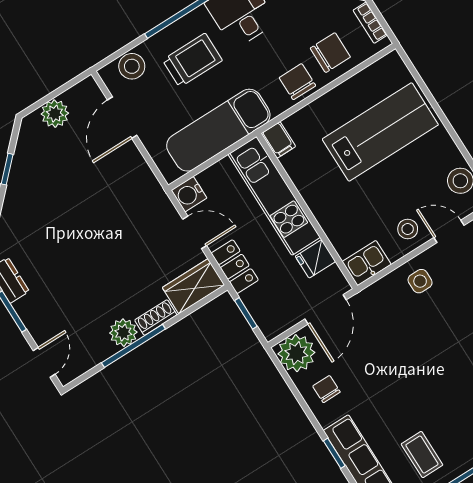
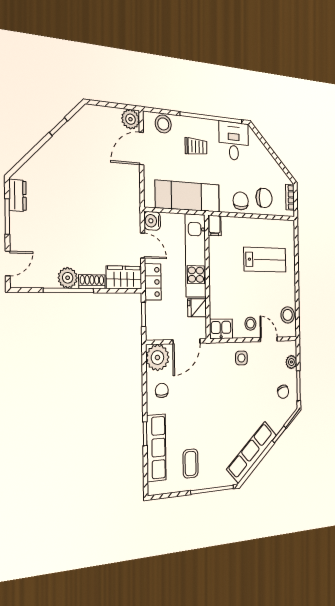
trolley: (192, 60) -> (196, 147), width x0.73, depth x0.72
plant: (55, 114) -> (130, 119), moved
lab bench: (380, 132) -> (265, 260), width x0.73, depth x0.72

